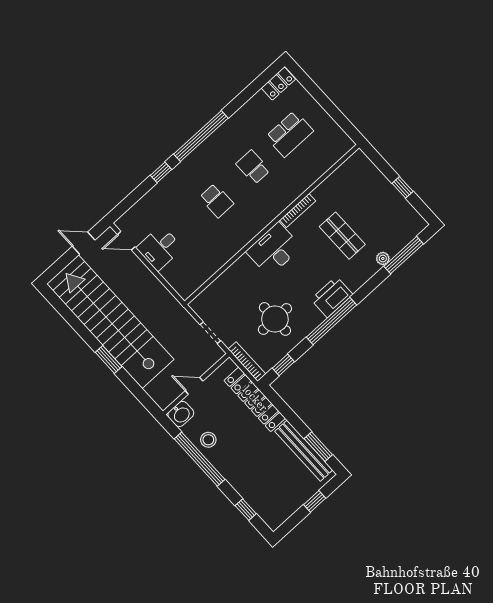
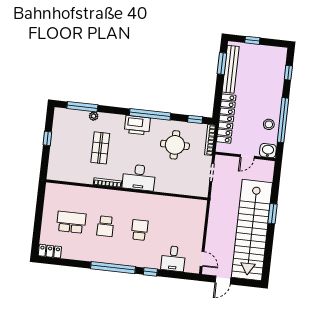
door: (84, 243) -> (223, 280), hinge flipped
desk: (160, 248) -> (173, 259), moved, turned 90
door: (194, 386) -> (247, 157), hinge flipped

